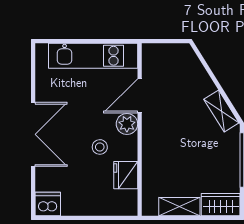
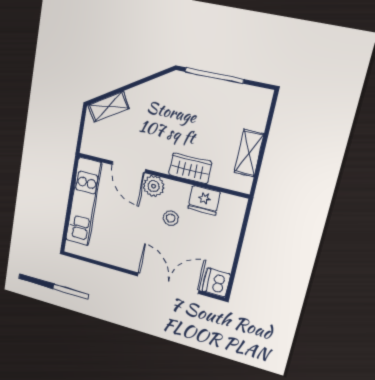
shelving: (221, 111) -> (108, 107), moved
double door: (33, 134) -> (168, 283), moved
wardrobe: (221, 205) -> (190, 168), moved, turned 90

